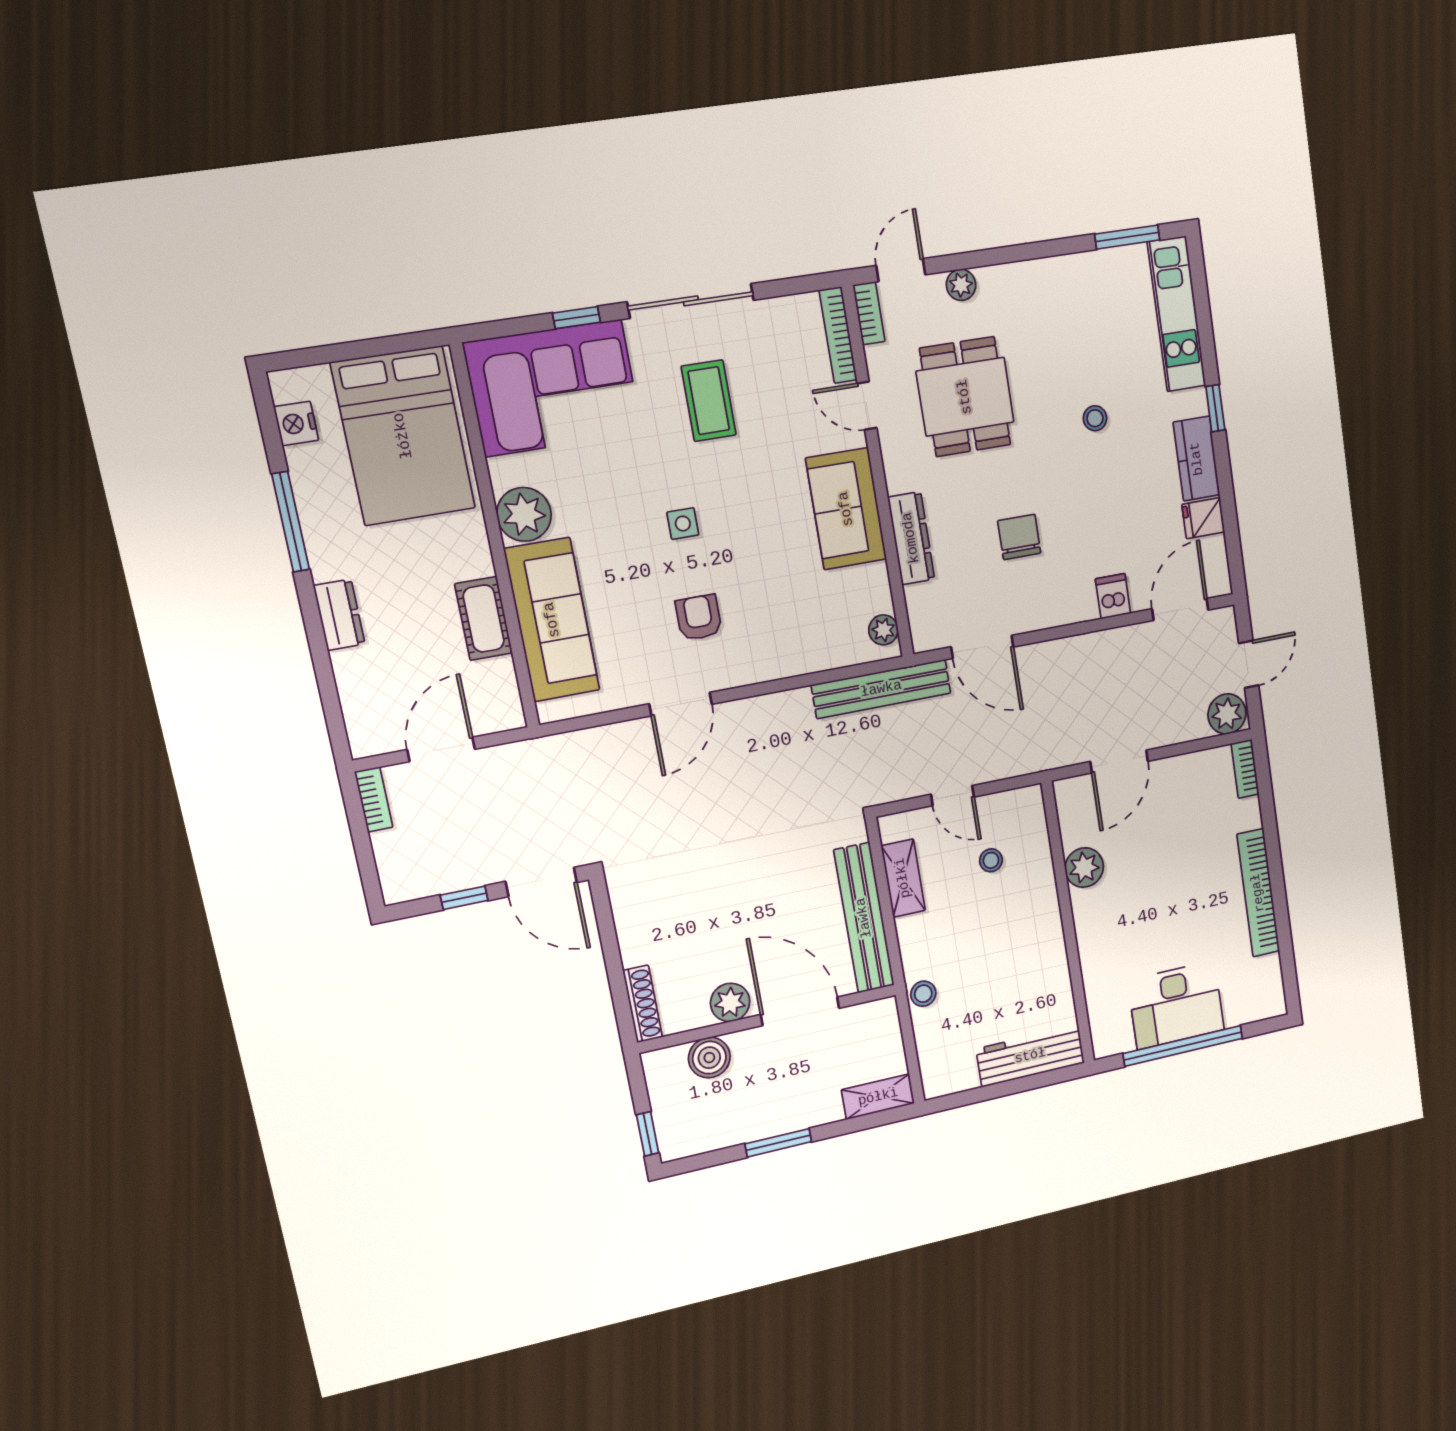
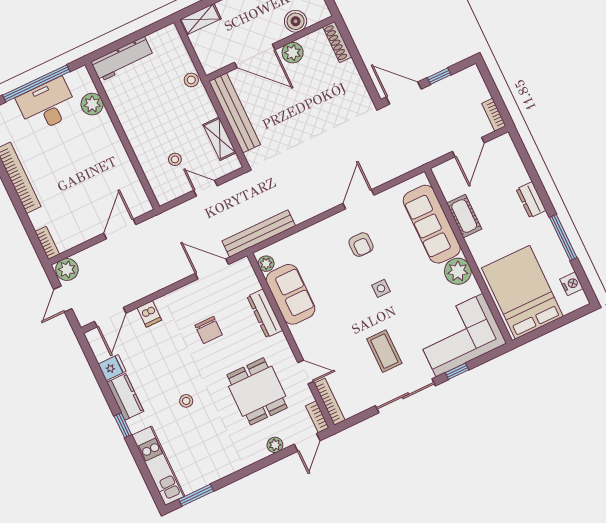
sofa: (846, 509) -> (291, 294), moved
plant: (1084, 868) -> (92, 104), moved

